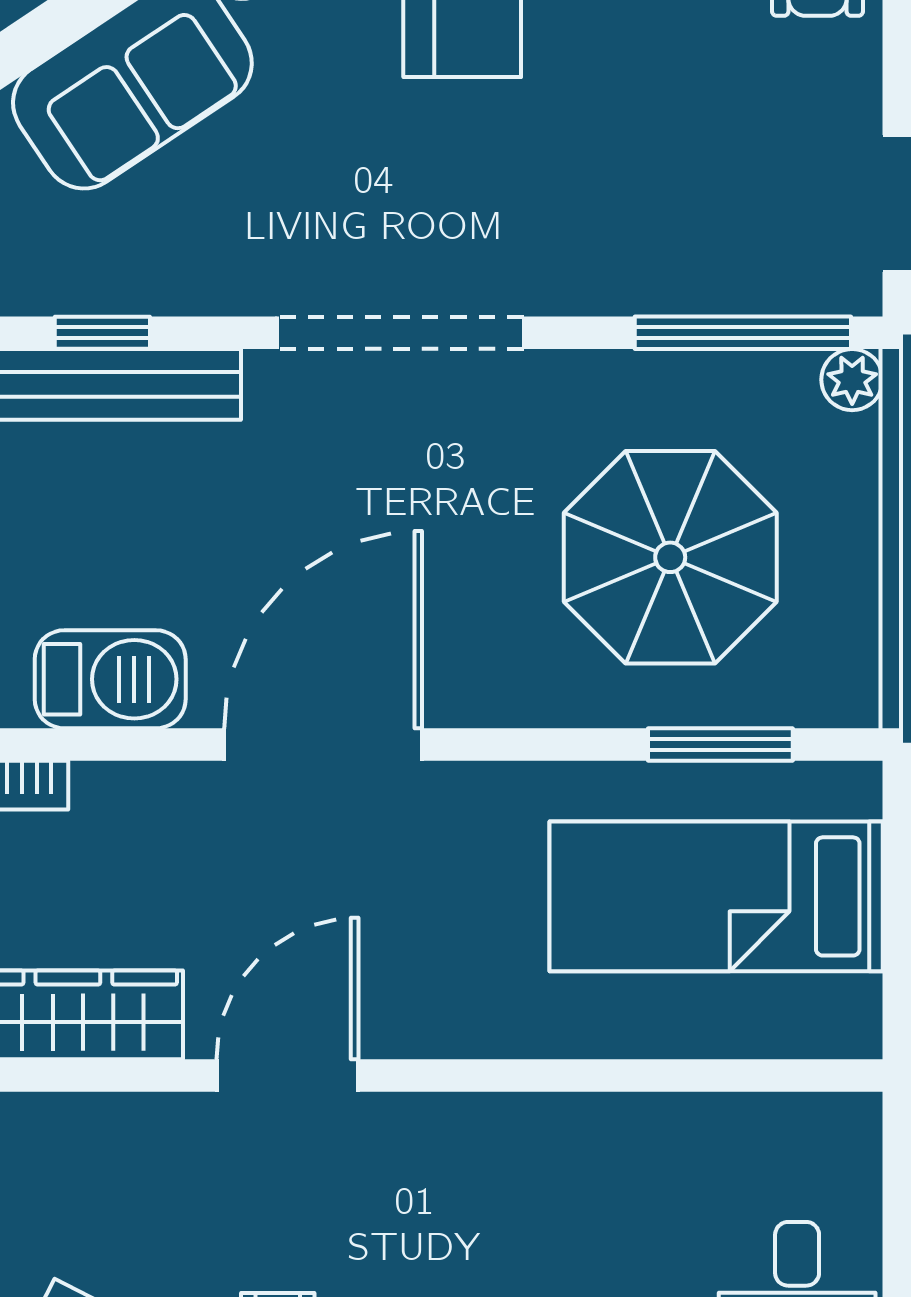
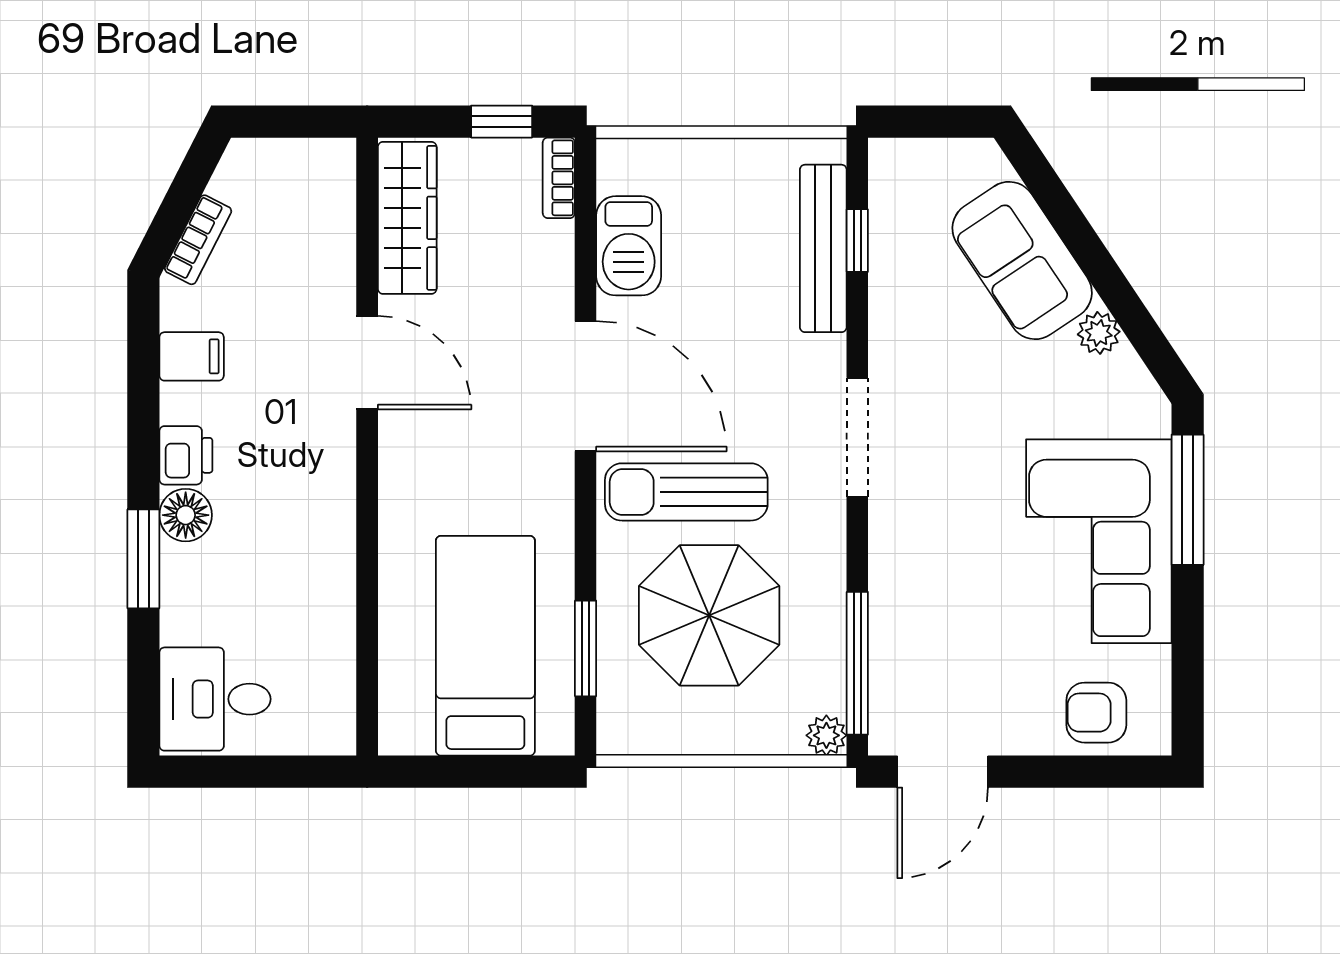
doorway: (400, 333) -> (857, 437), width x0.73
sun lounger: (483, 592) -> (686, 492), added

